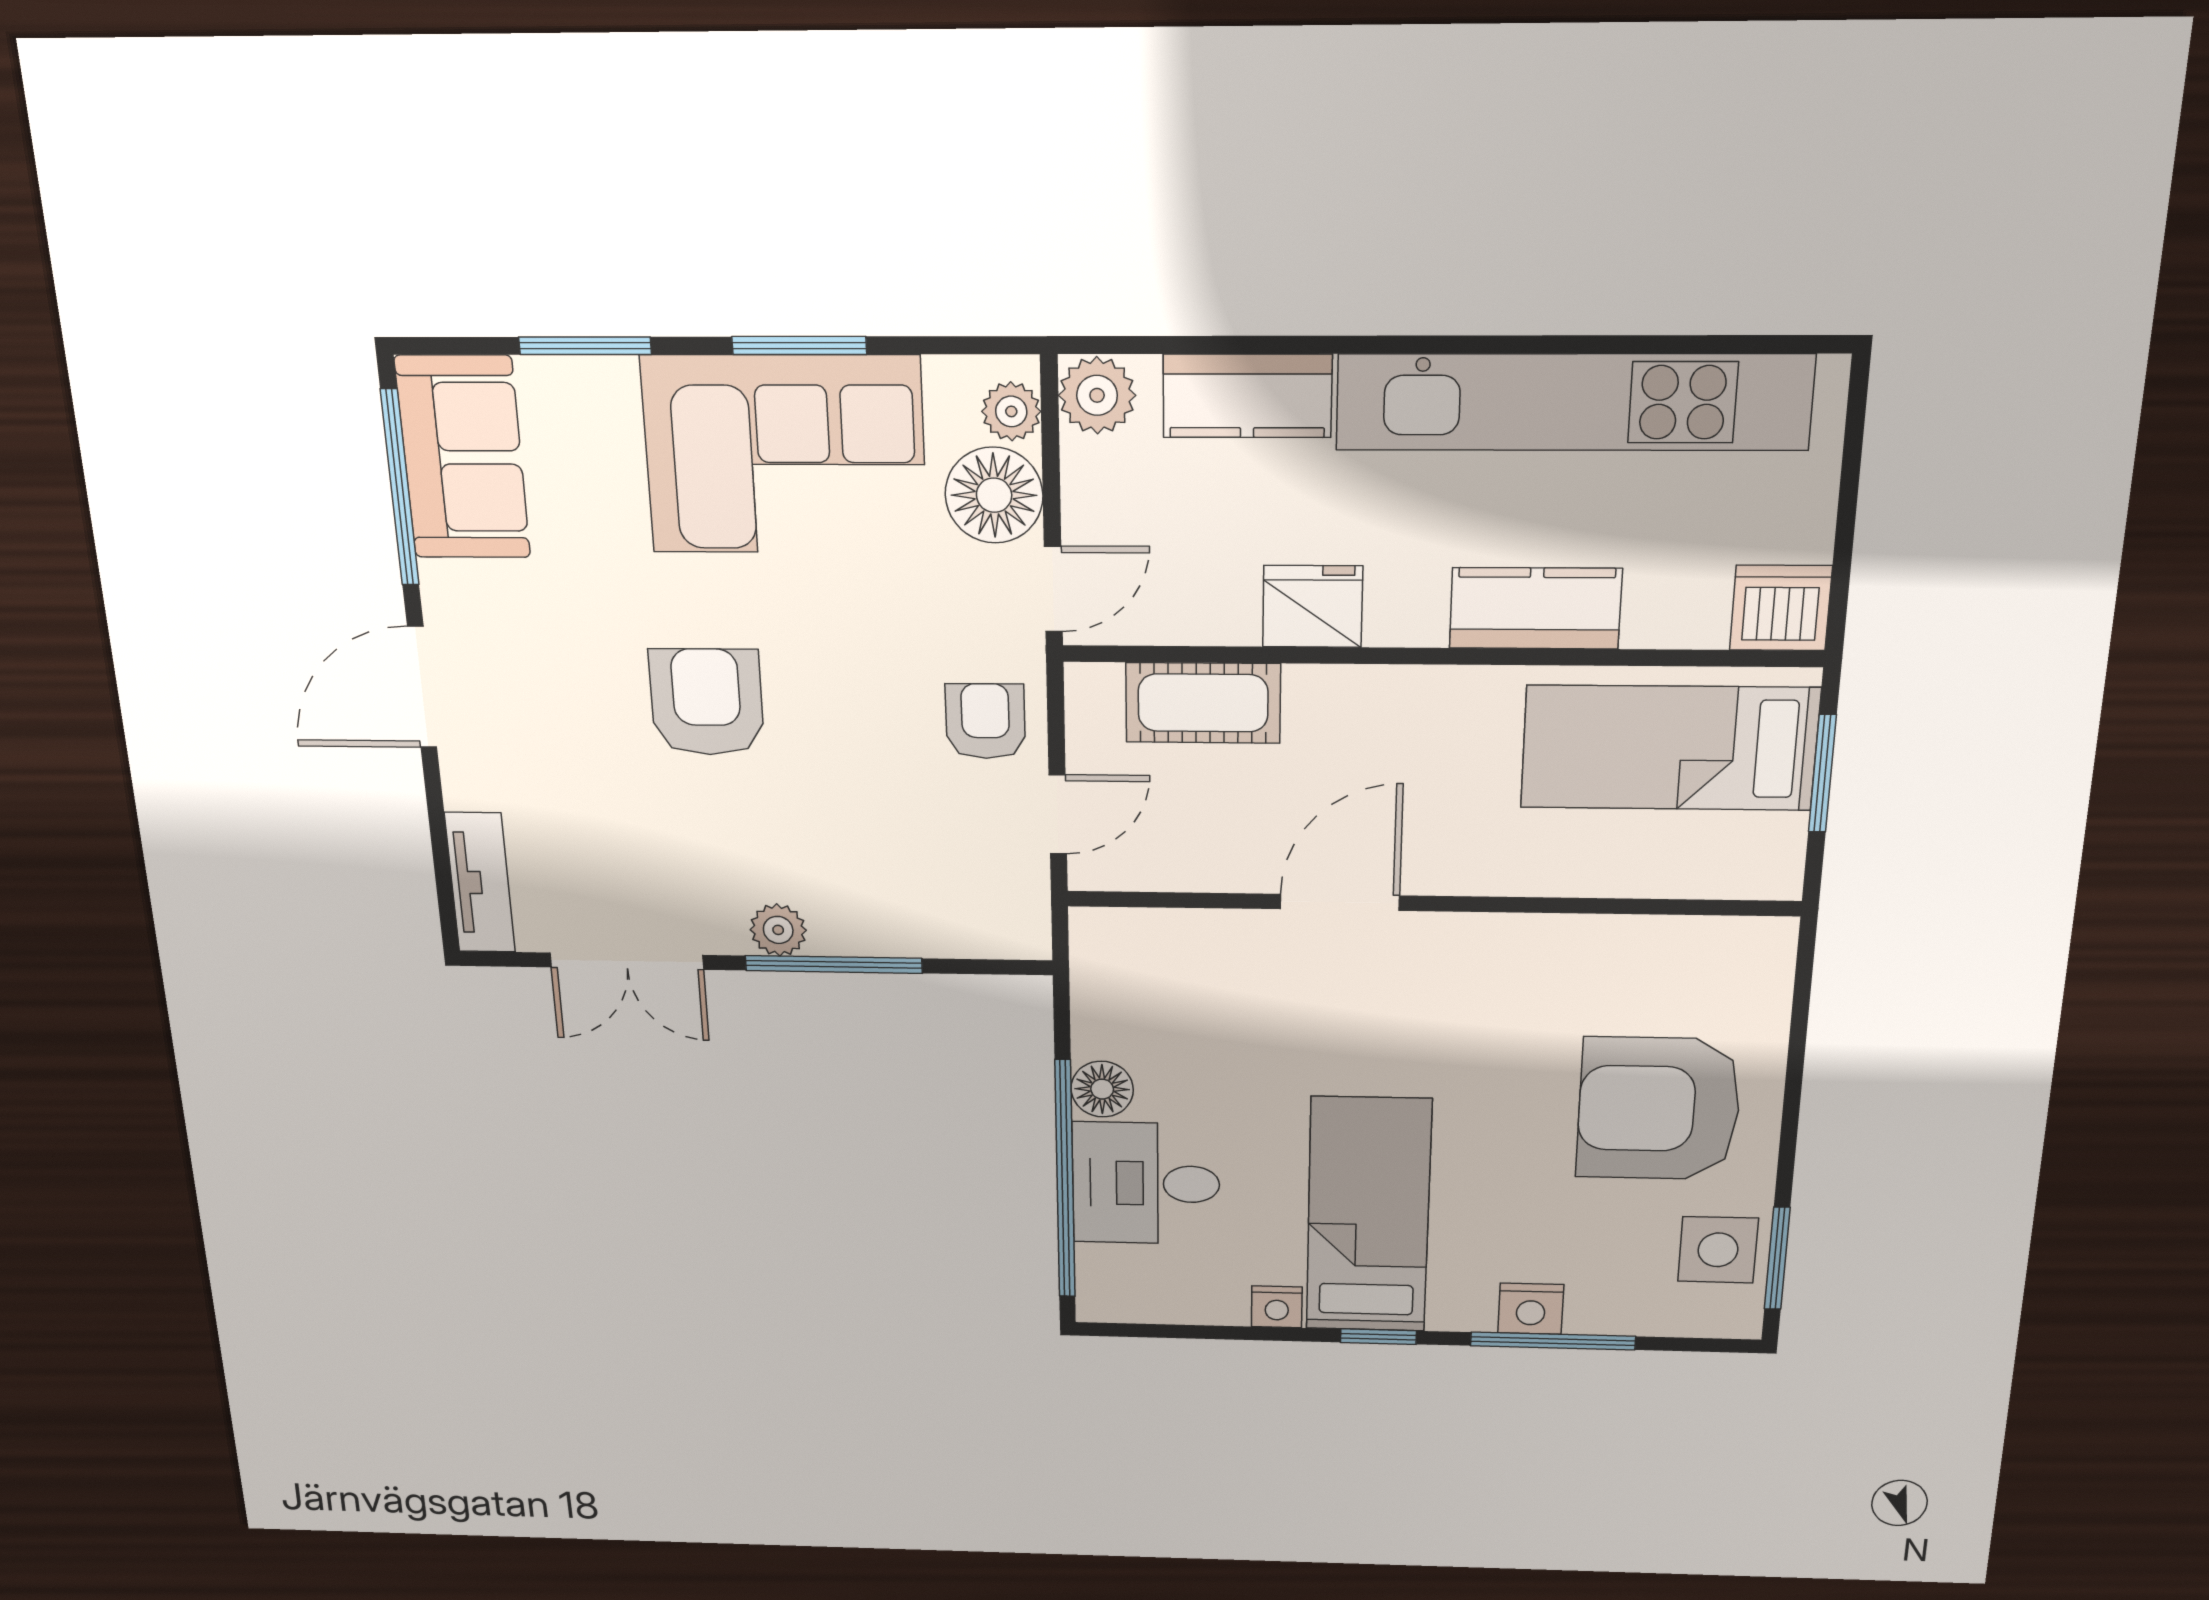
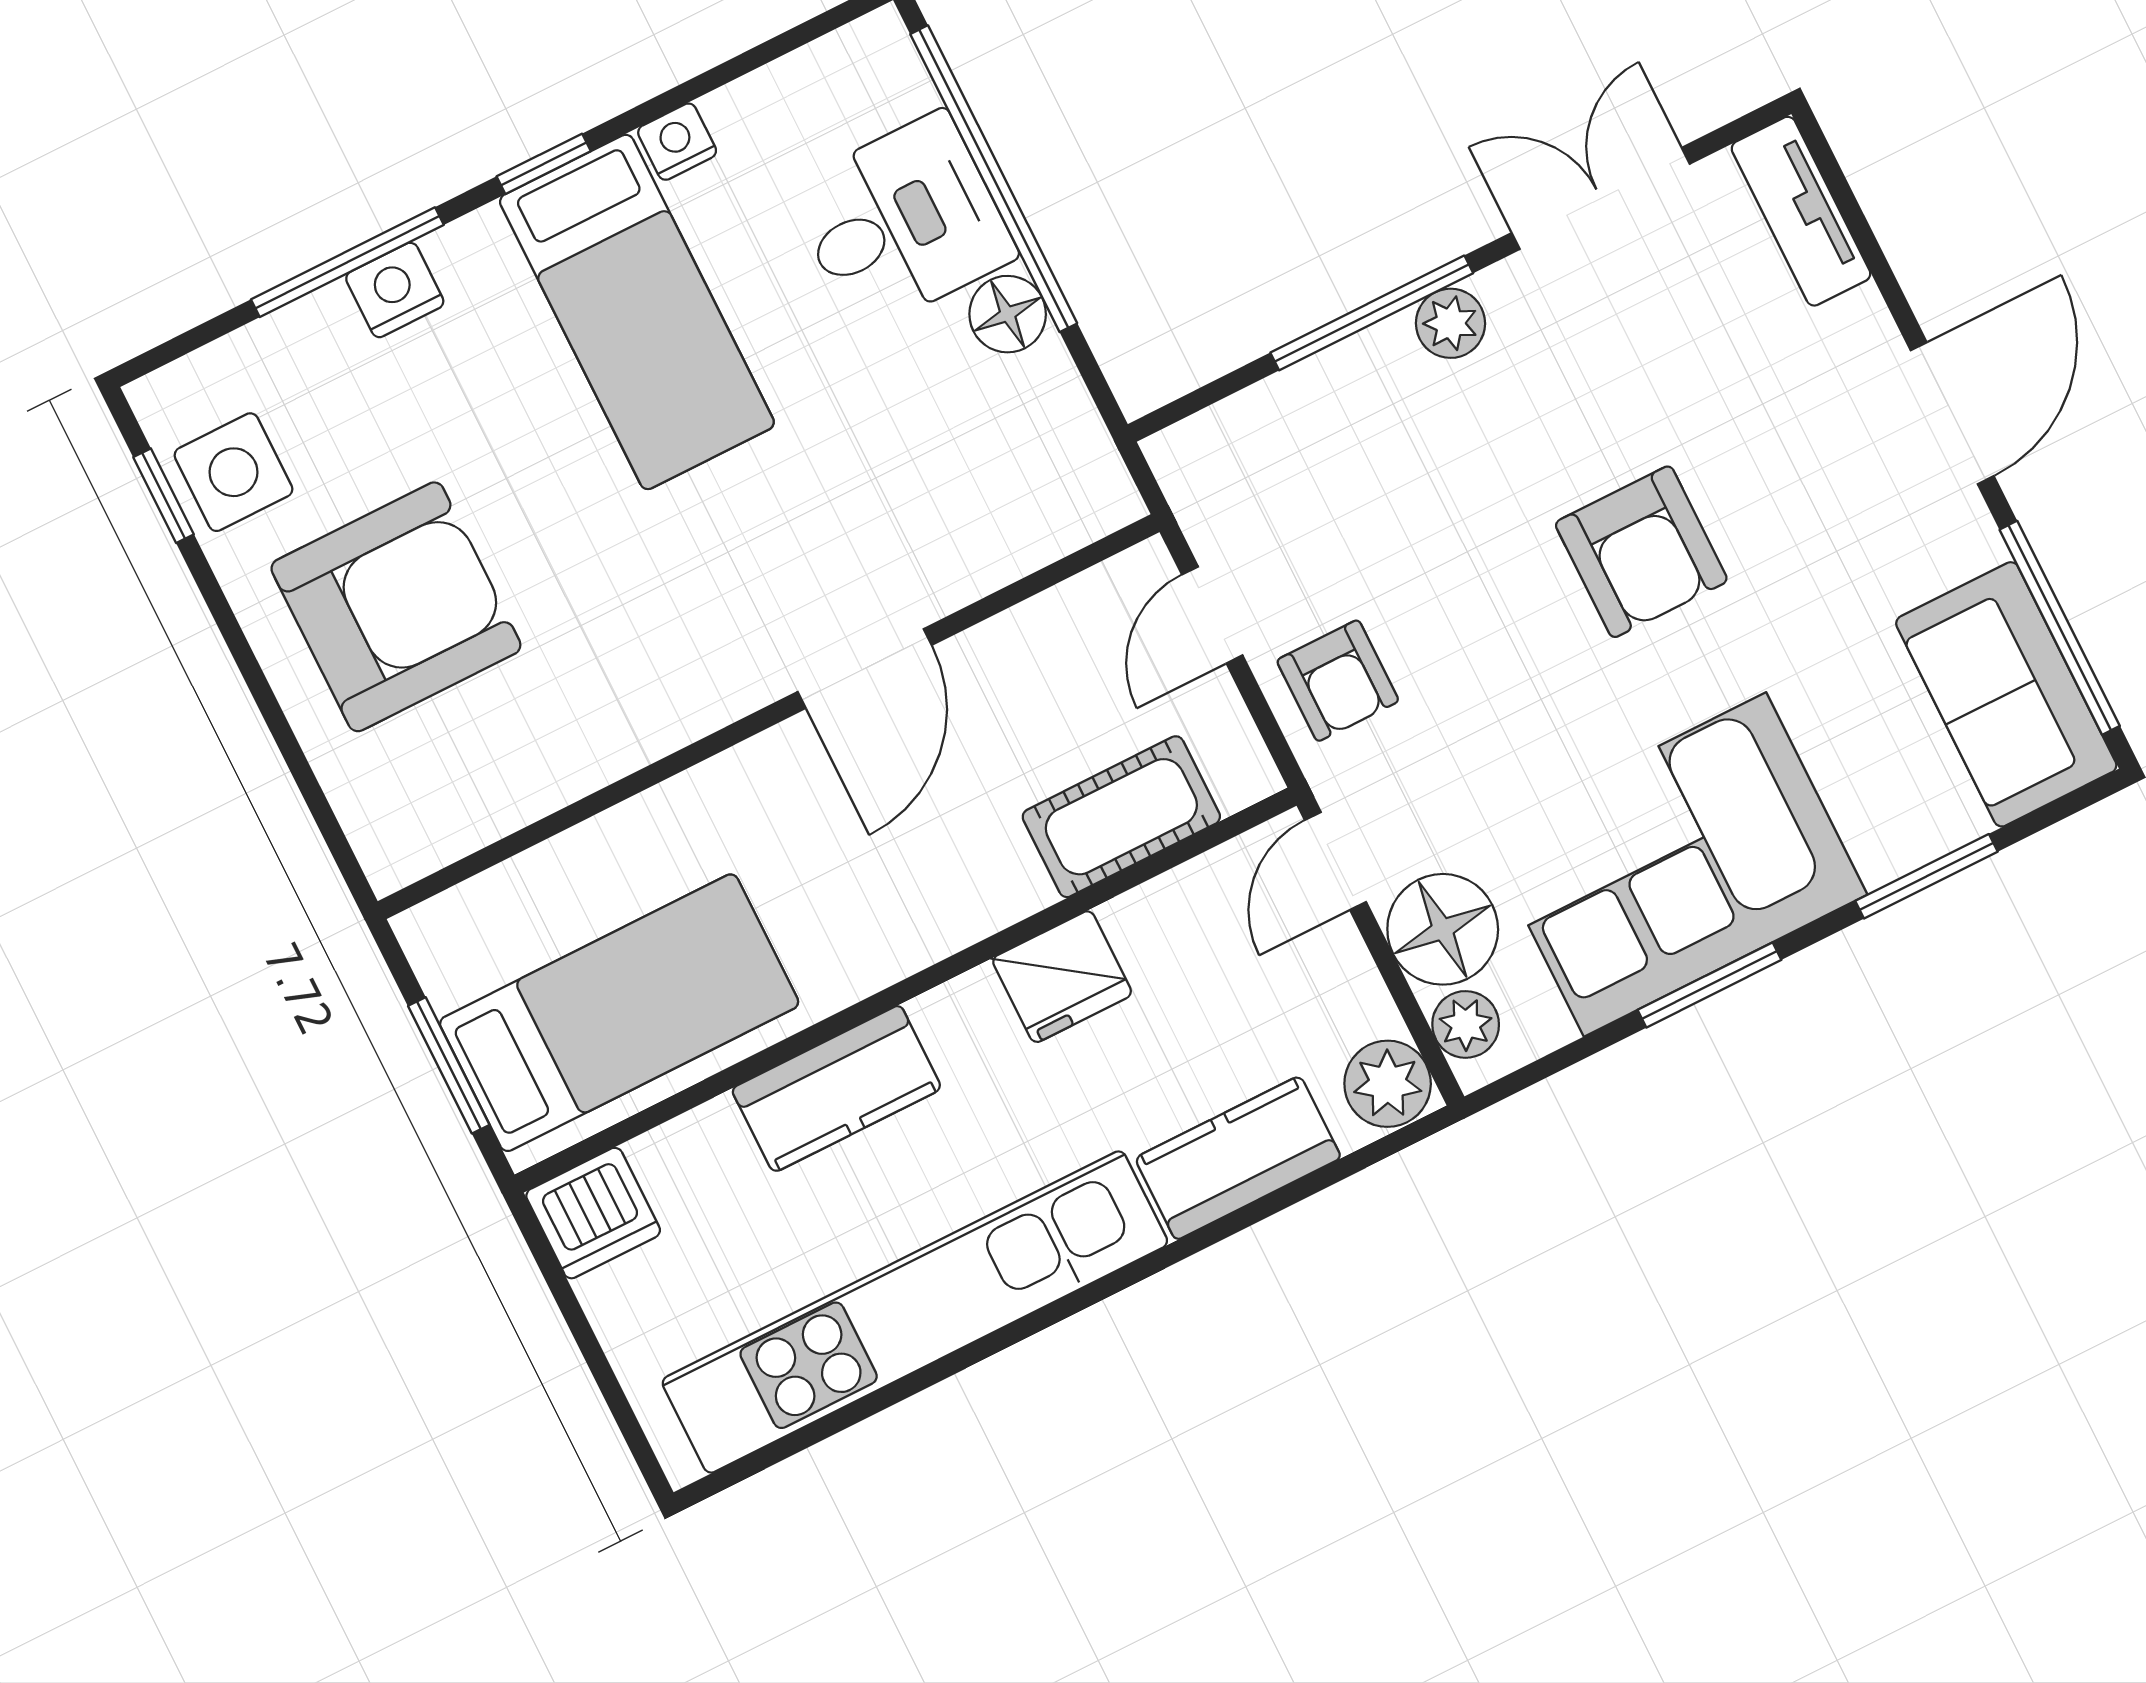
window: (1777, 1258) -> (164, 496), width x0.67

